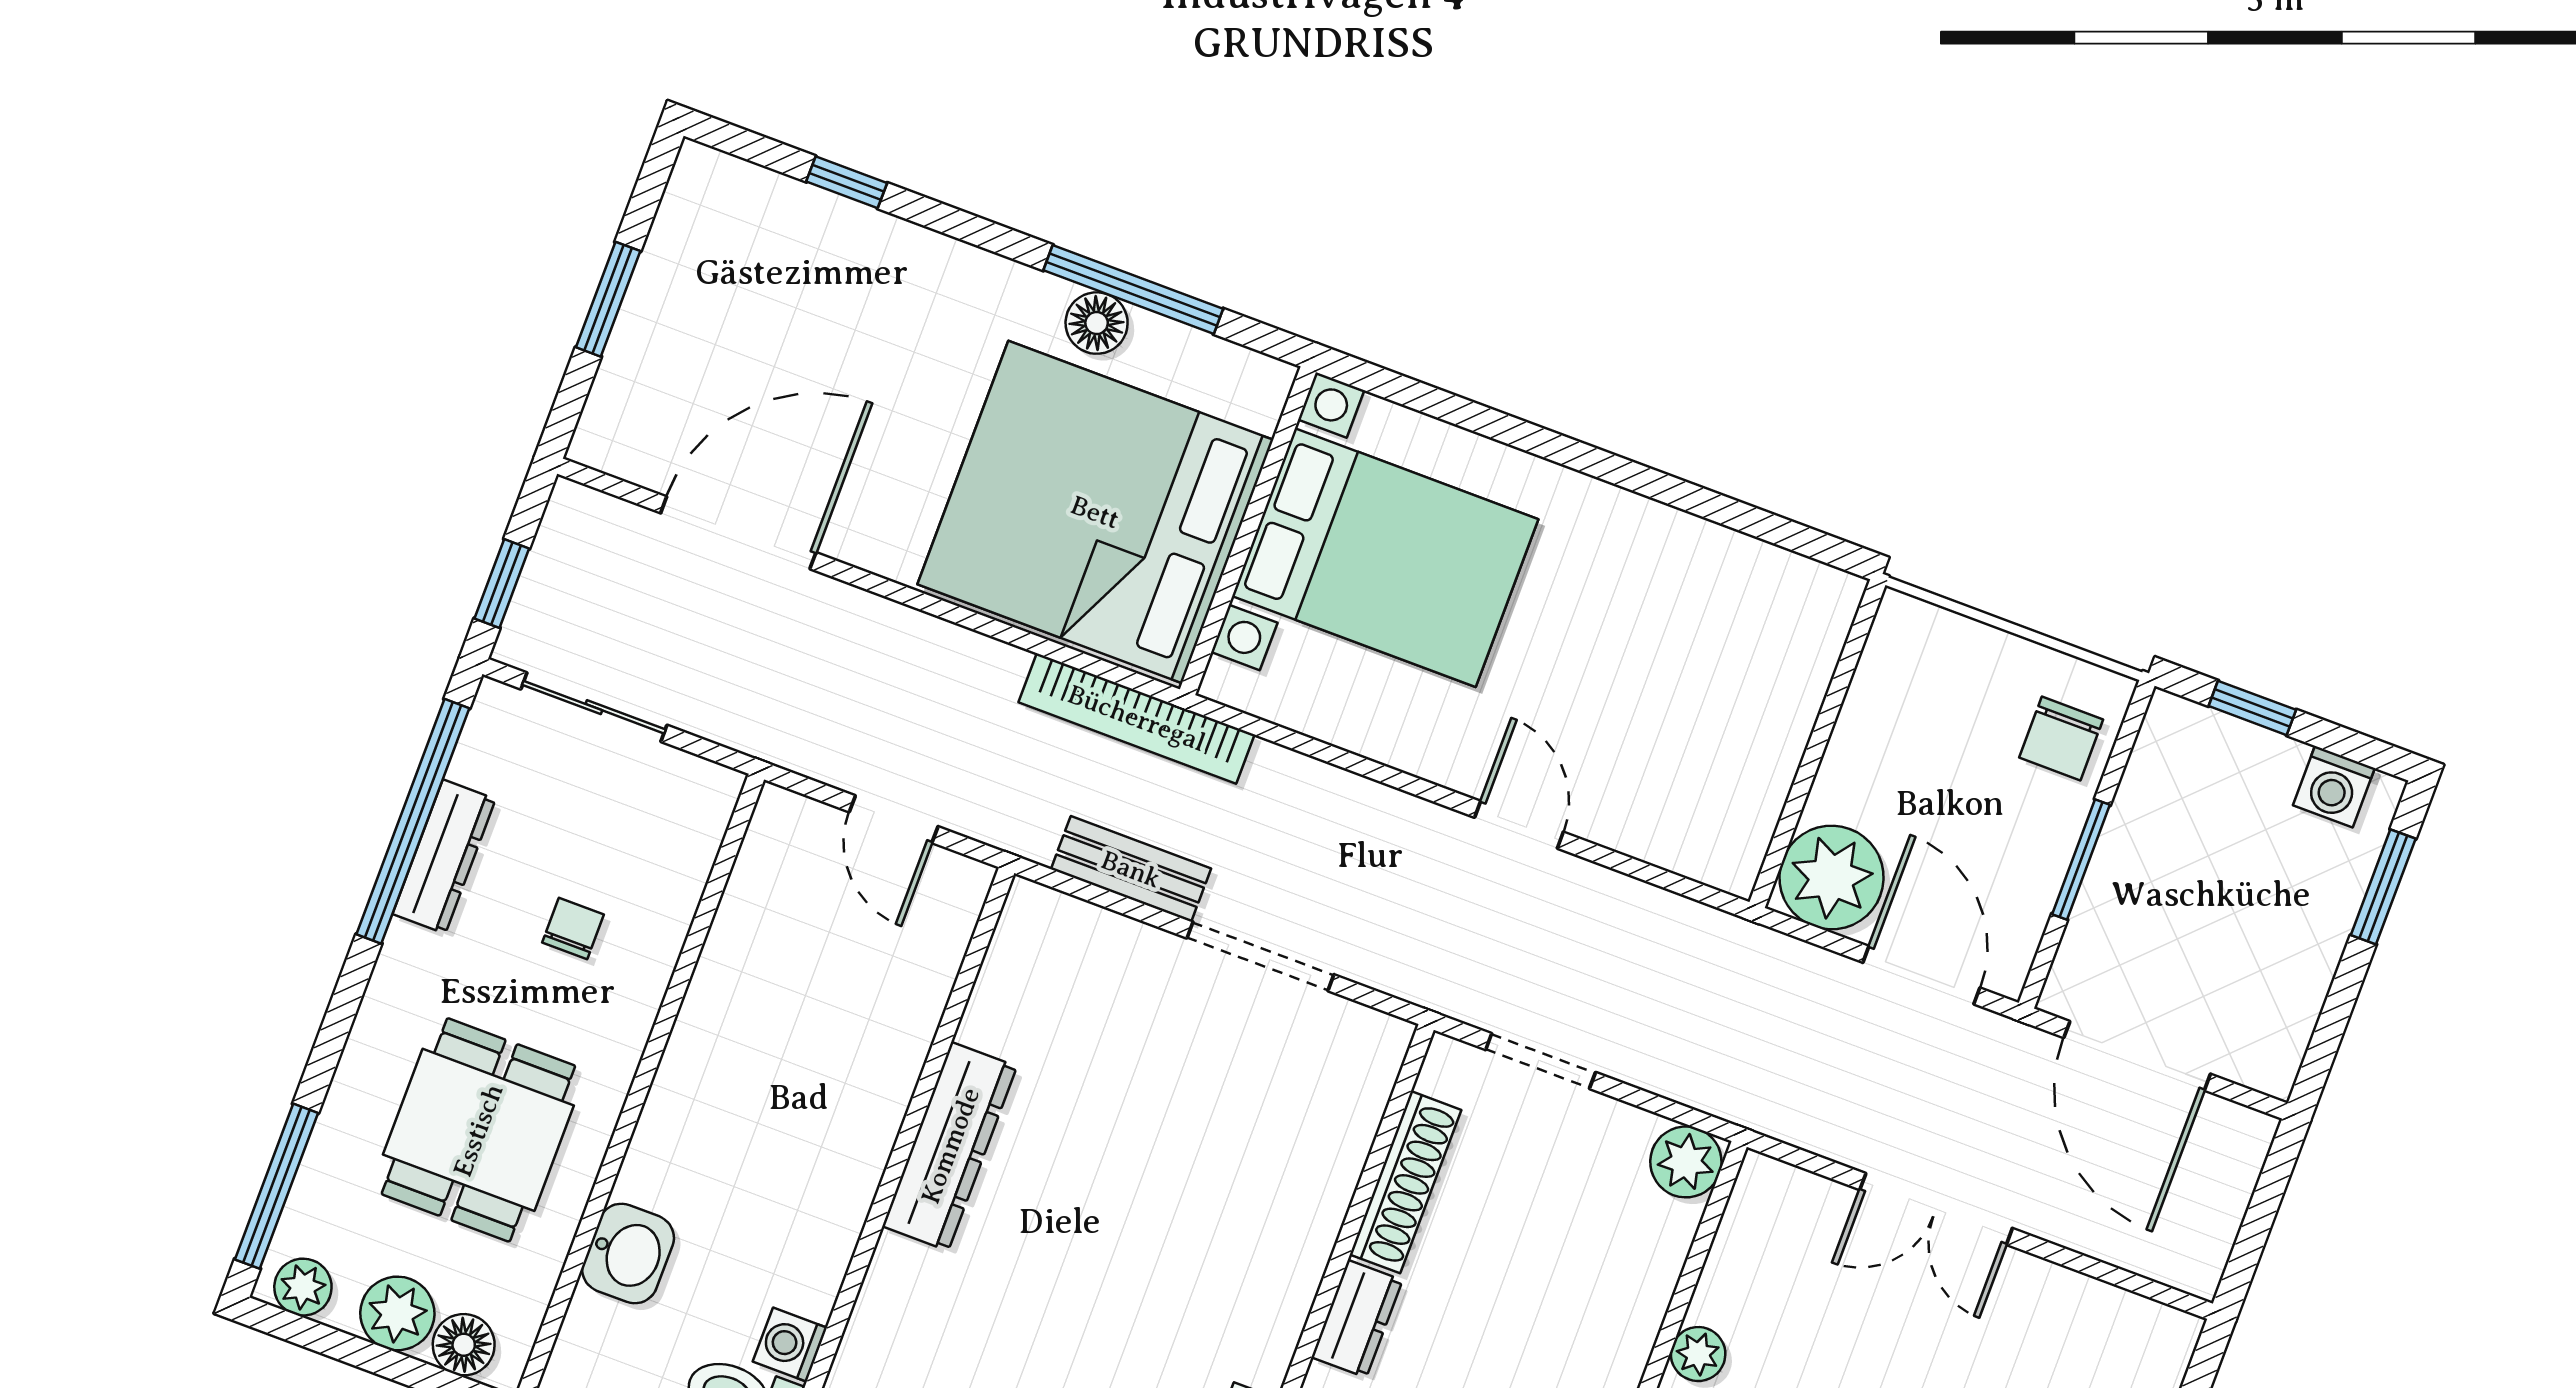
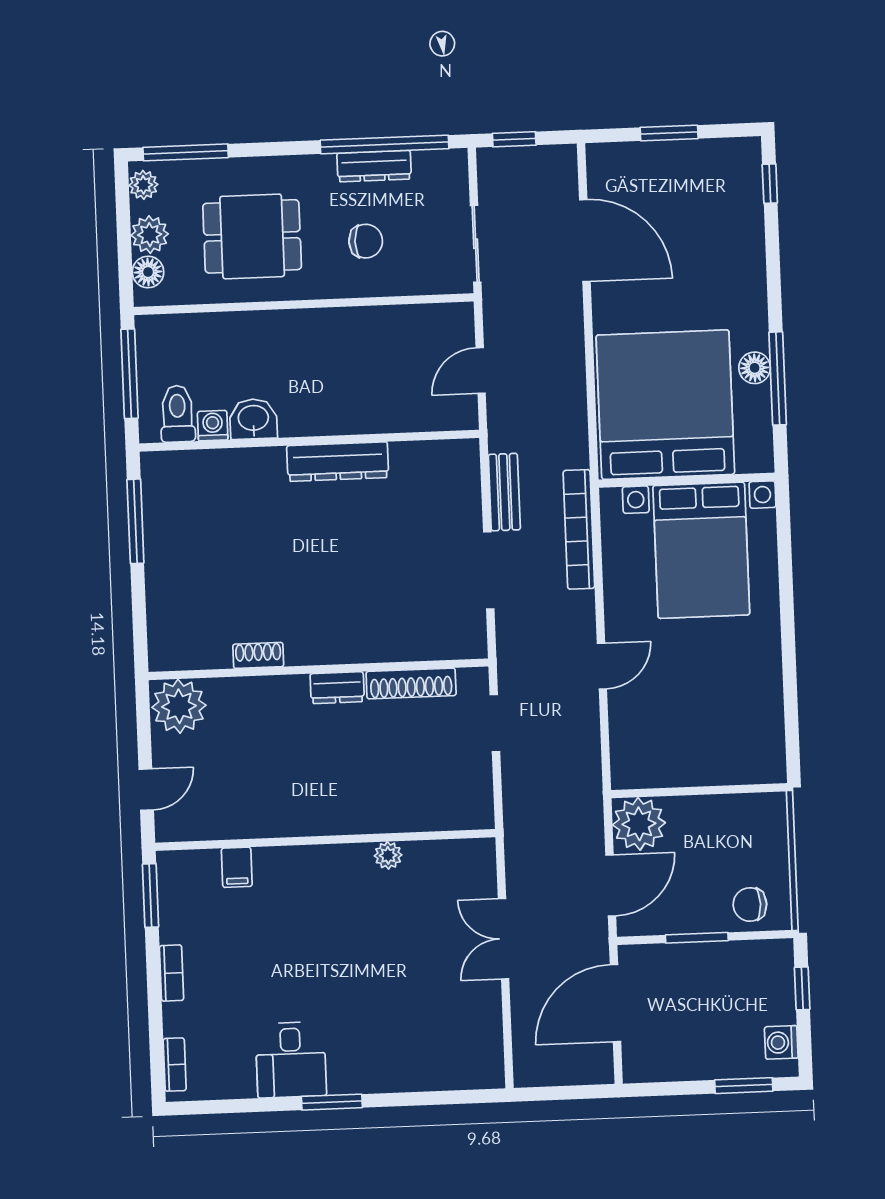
window: (847, 182) -> (770, 184), moved
sliding door: (594, 707) -> (476, 244), moved
bookcase: (1137, 718) -> (579, 529), moved
chair: (573, 929) -> (366, 241), width x1.37, depth x1.37
plant: (1686, 1162) -> (476, 812), removed
washbasin: (628, 1254) -> (253, 419), moved, turned 180

